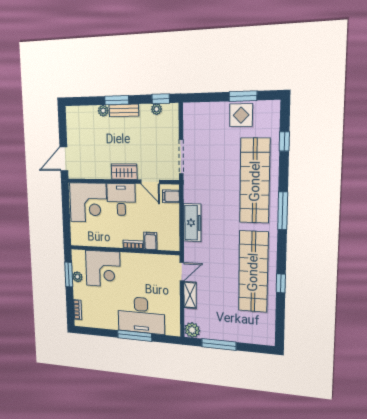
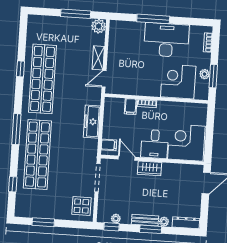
dresser: (80, 112) -> (186, 223), added
display table: (241, 115) -> (81, 206), moved
desk: (141, 315) -> (166, 40), moved

